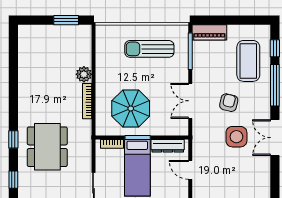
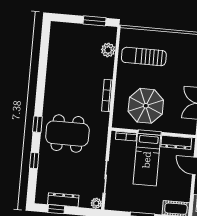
sun lounger: (149, 49) -> (144, 57), moved
plant: (84, 74) -> (108, 50), moved
dining table: (47, 147) -> (67, 134), turned 90

